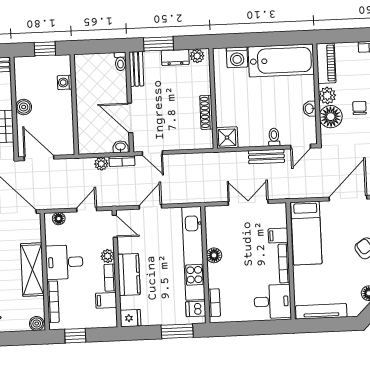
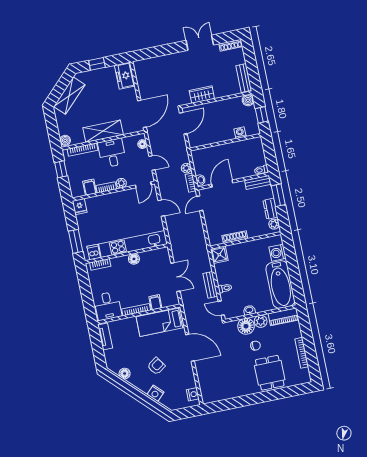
boiler: (24, 107) -> (248, 100), moved
kitchen counter: (129, 274) -> (111, 200), removed
tv unit: (321, 311) -> (105, 336), width x0.71

